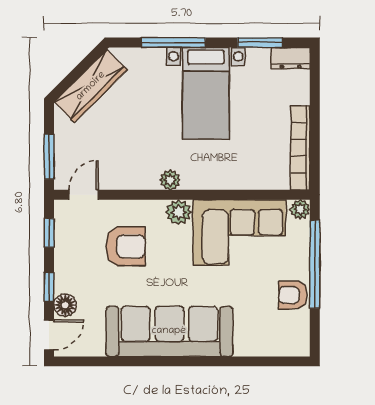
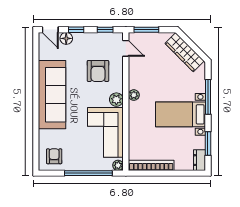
armchair: (293, 295) -> (54, 156), moved

